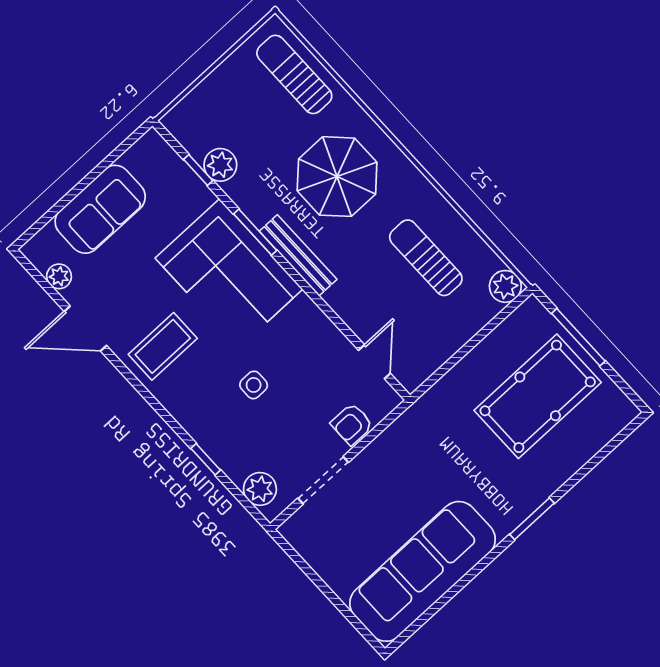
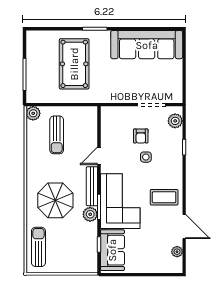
sun lounger: (294, 74) -> (38, 247), turned 180
plant: (220, 165) -> (90, 214), moved
sofa: (100, 209) -> (112, 250), moved, turned 90
sun lounger: (426, 258) -> (57, 135), moved
door: (374, 362) -> (99, 156), moved
pool table: (538, 396) -> (74, 64), moved, turned 90
armchair: (352, 424) -> (141, 136), moved, turned 90

